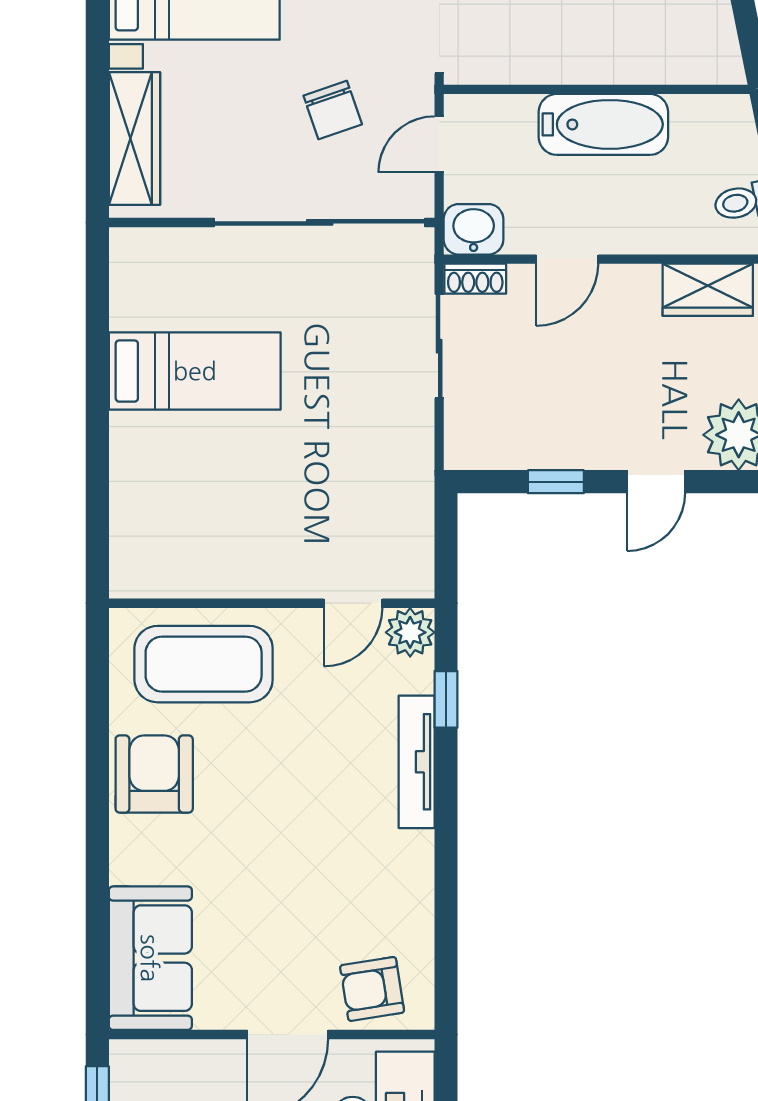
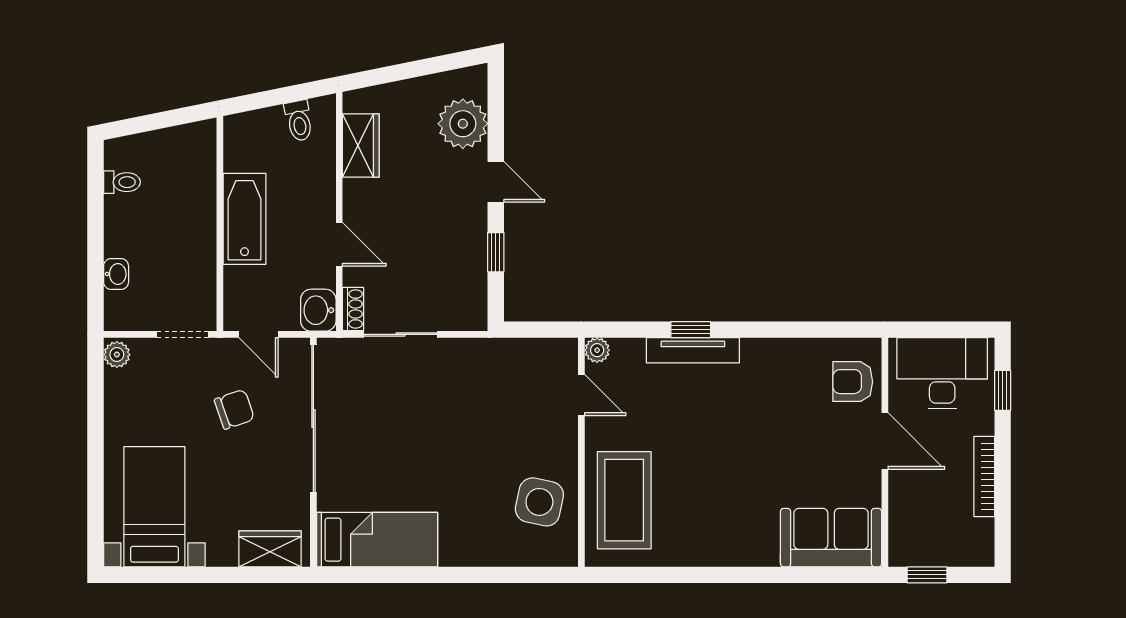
wardrobe: (134, 138) -> (270, 549), width x0.67
bed: (195, 371) -> (377, 540), moved, turned 90
side table: (201, 544) -> (539, 502), added
plant: (410, 632) -> (597, 350), width x0.73, depth x0.73
window: (446, 699) -> (691, 330), moved
armchair: (154, 774) -> (701, 535), removed
armchair: (372, 989) -> (853, 382), turned 99

